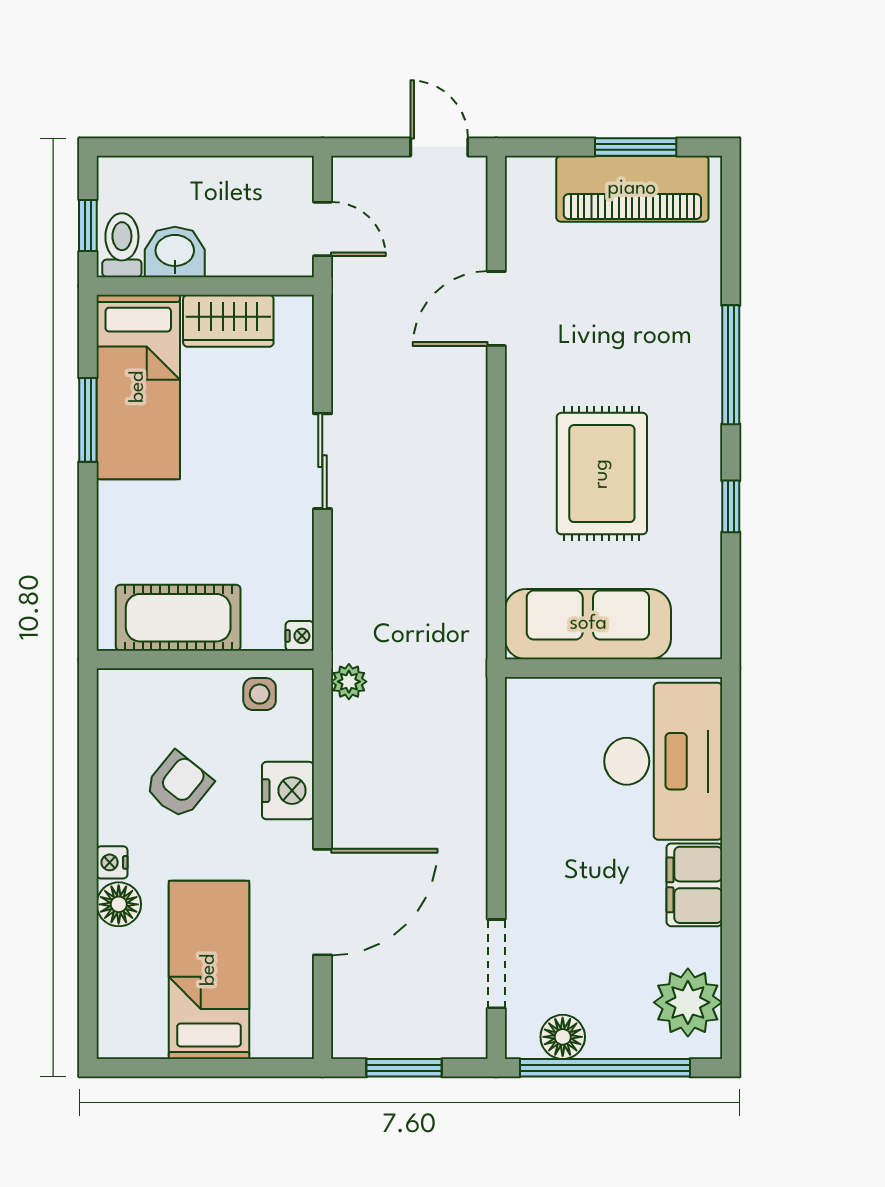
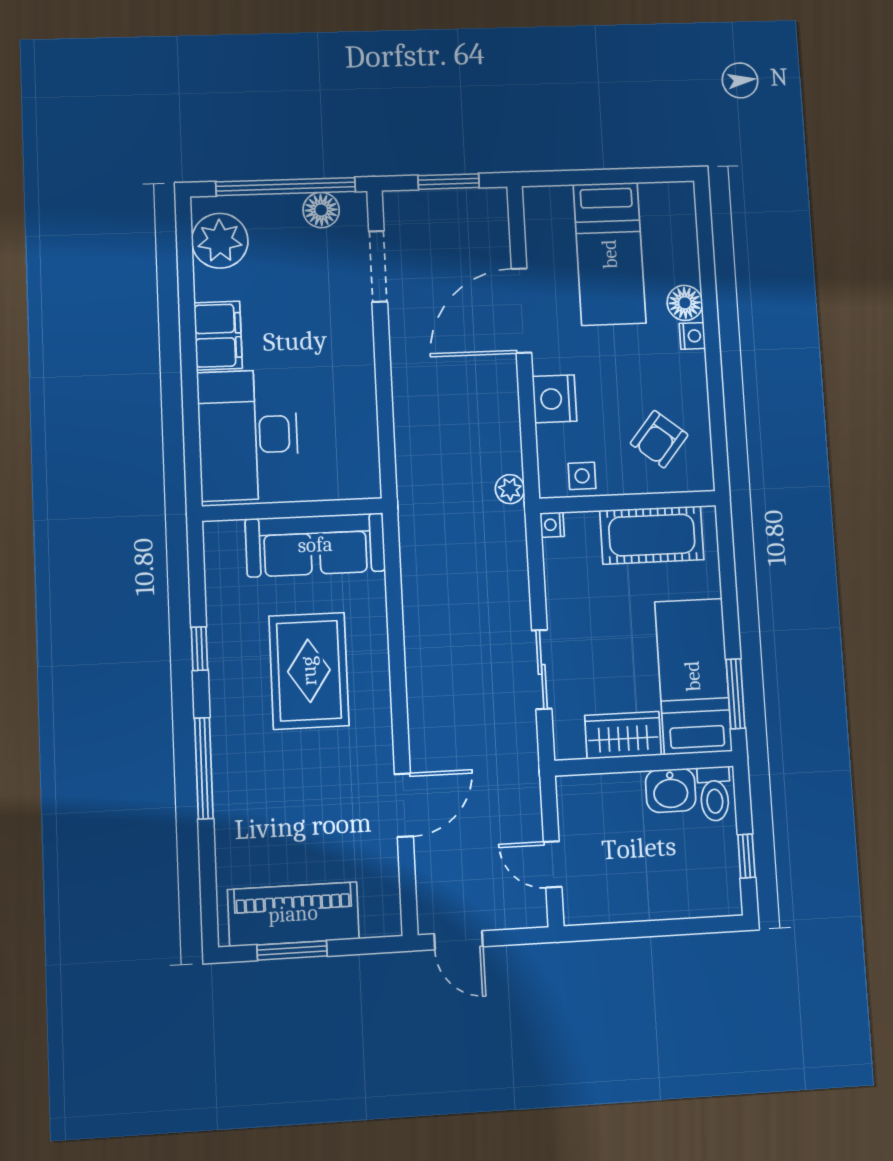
toilet: (122, 245) -> (714, 794), moved
washbasin: (175, 252) -> (671, 790), moved
wall: (205, 286) -> (644, 763), moved
wardrobe: (228, 321) -> (623, 735), moved
bed: (138, 387) -> (693, 676), moved
armchair: (179, 785) -> (659, 439), moved

